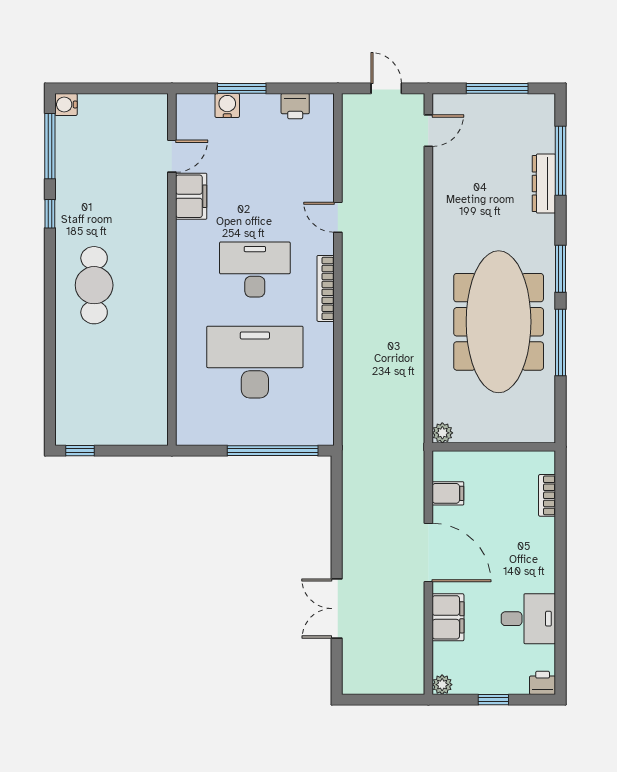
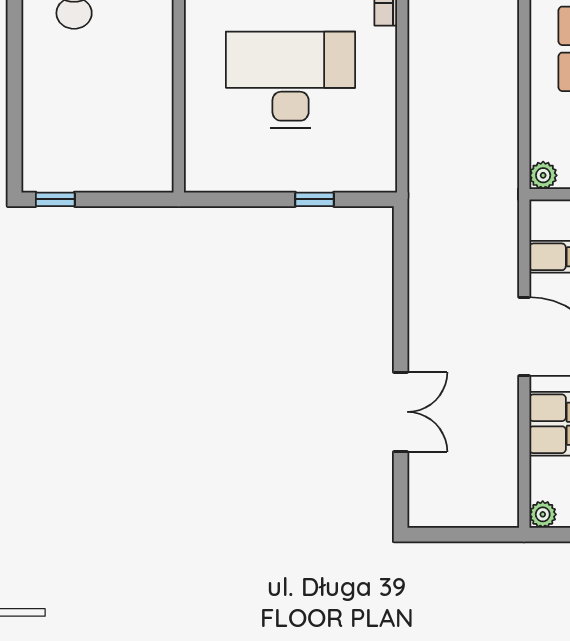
window: (273, 451) -> (315, 199), width x0.32
double door: (337, 609) -> (401, 412), swing flipped

